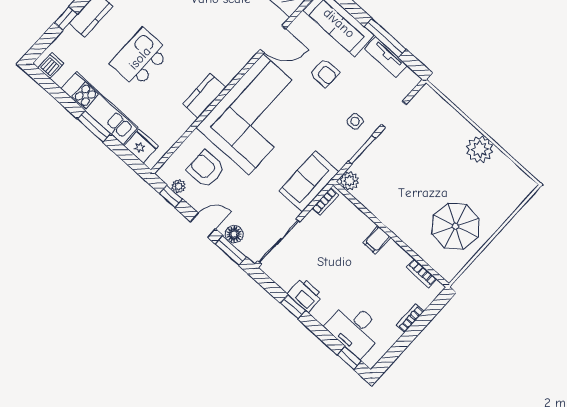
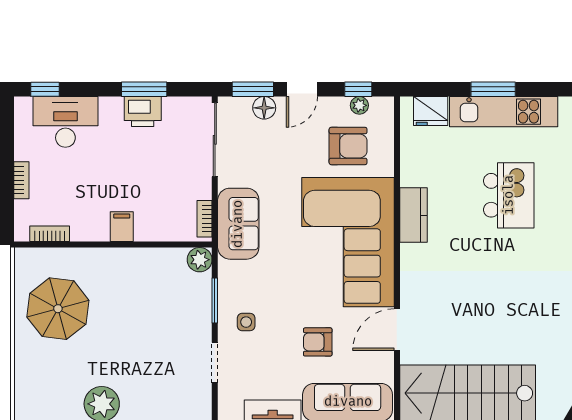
window: (293, 307) -> (144, 89), width x1.50

